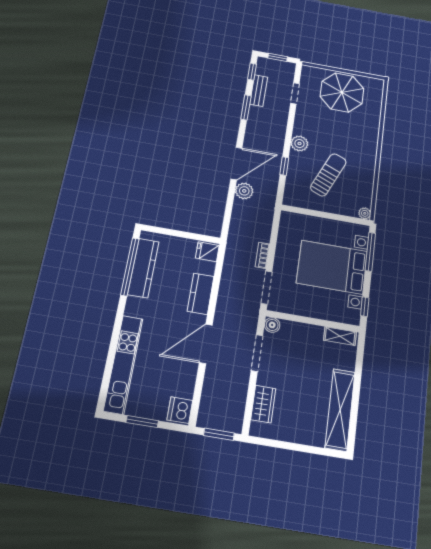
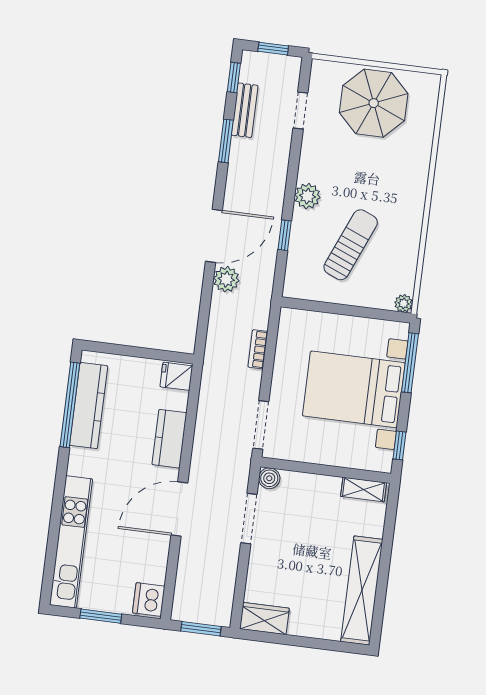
bookcase: (262, 255) -> (258, 349), moved
wardrobe: (263, 404) -> (264, 618), moved, turned -90

